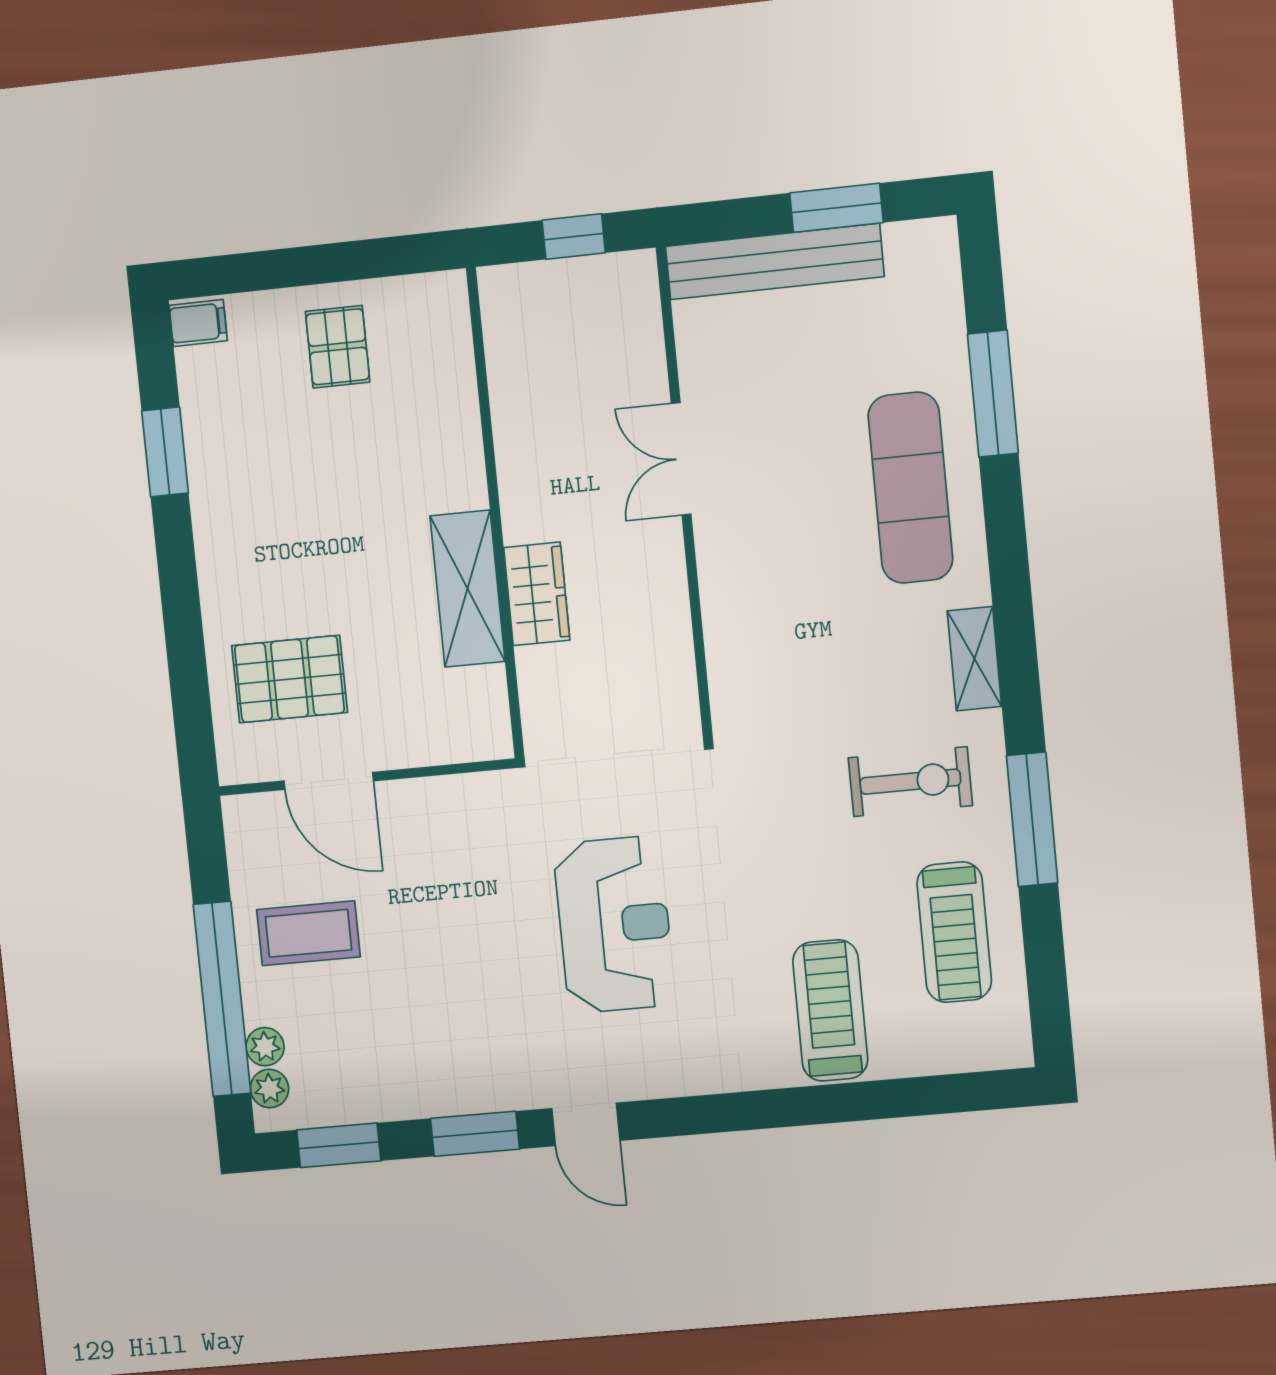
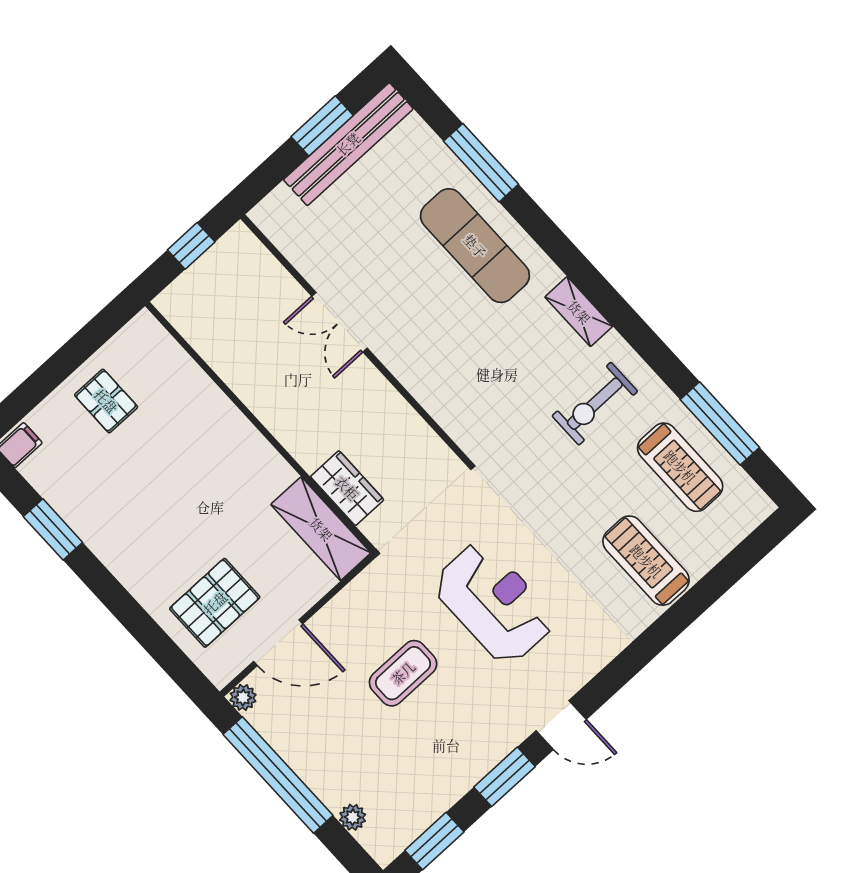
bench: (775, 261) -> (348, 144), moved
shelving: (467, 589) -> (321, 529), moved
wardrobe: (537, 594) -> (347, 488), moved
exercise bike: (910, 782) -> (595, 404), turned 180
window: (1032, 819) -> (720, 423), moved
coffee table: (308, 933) -> (403, 673), moved
window: (222, 999) -> (278, 775), moved
plant: (269, 1089) -> (243, 697), moved

